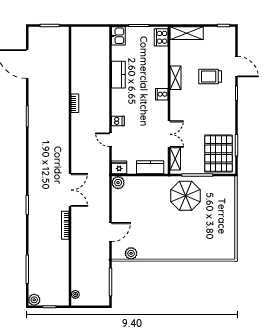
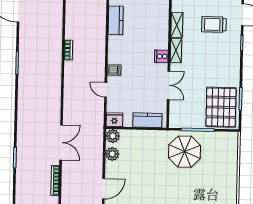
cooker: (162, 94) -> (161, 56), moved
shelving: (175, 159) -> (176, 51), moved
plant: (118, 199) -> (112, 154), added

